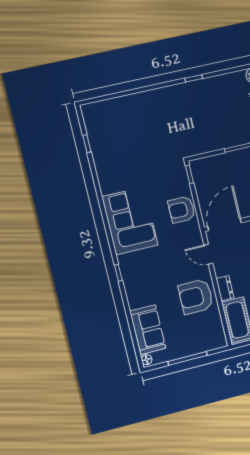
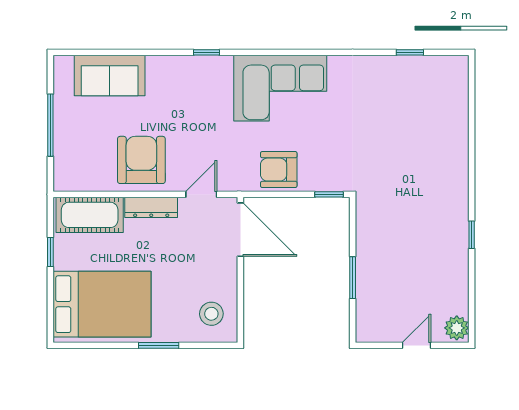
armchair: (181, 210) -> (279, 170), turned -90
dresser: (225, 288) -> (151, 207), width x1.44
floor lamp: (147, 360) -> (64, 63), removed

